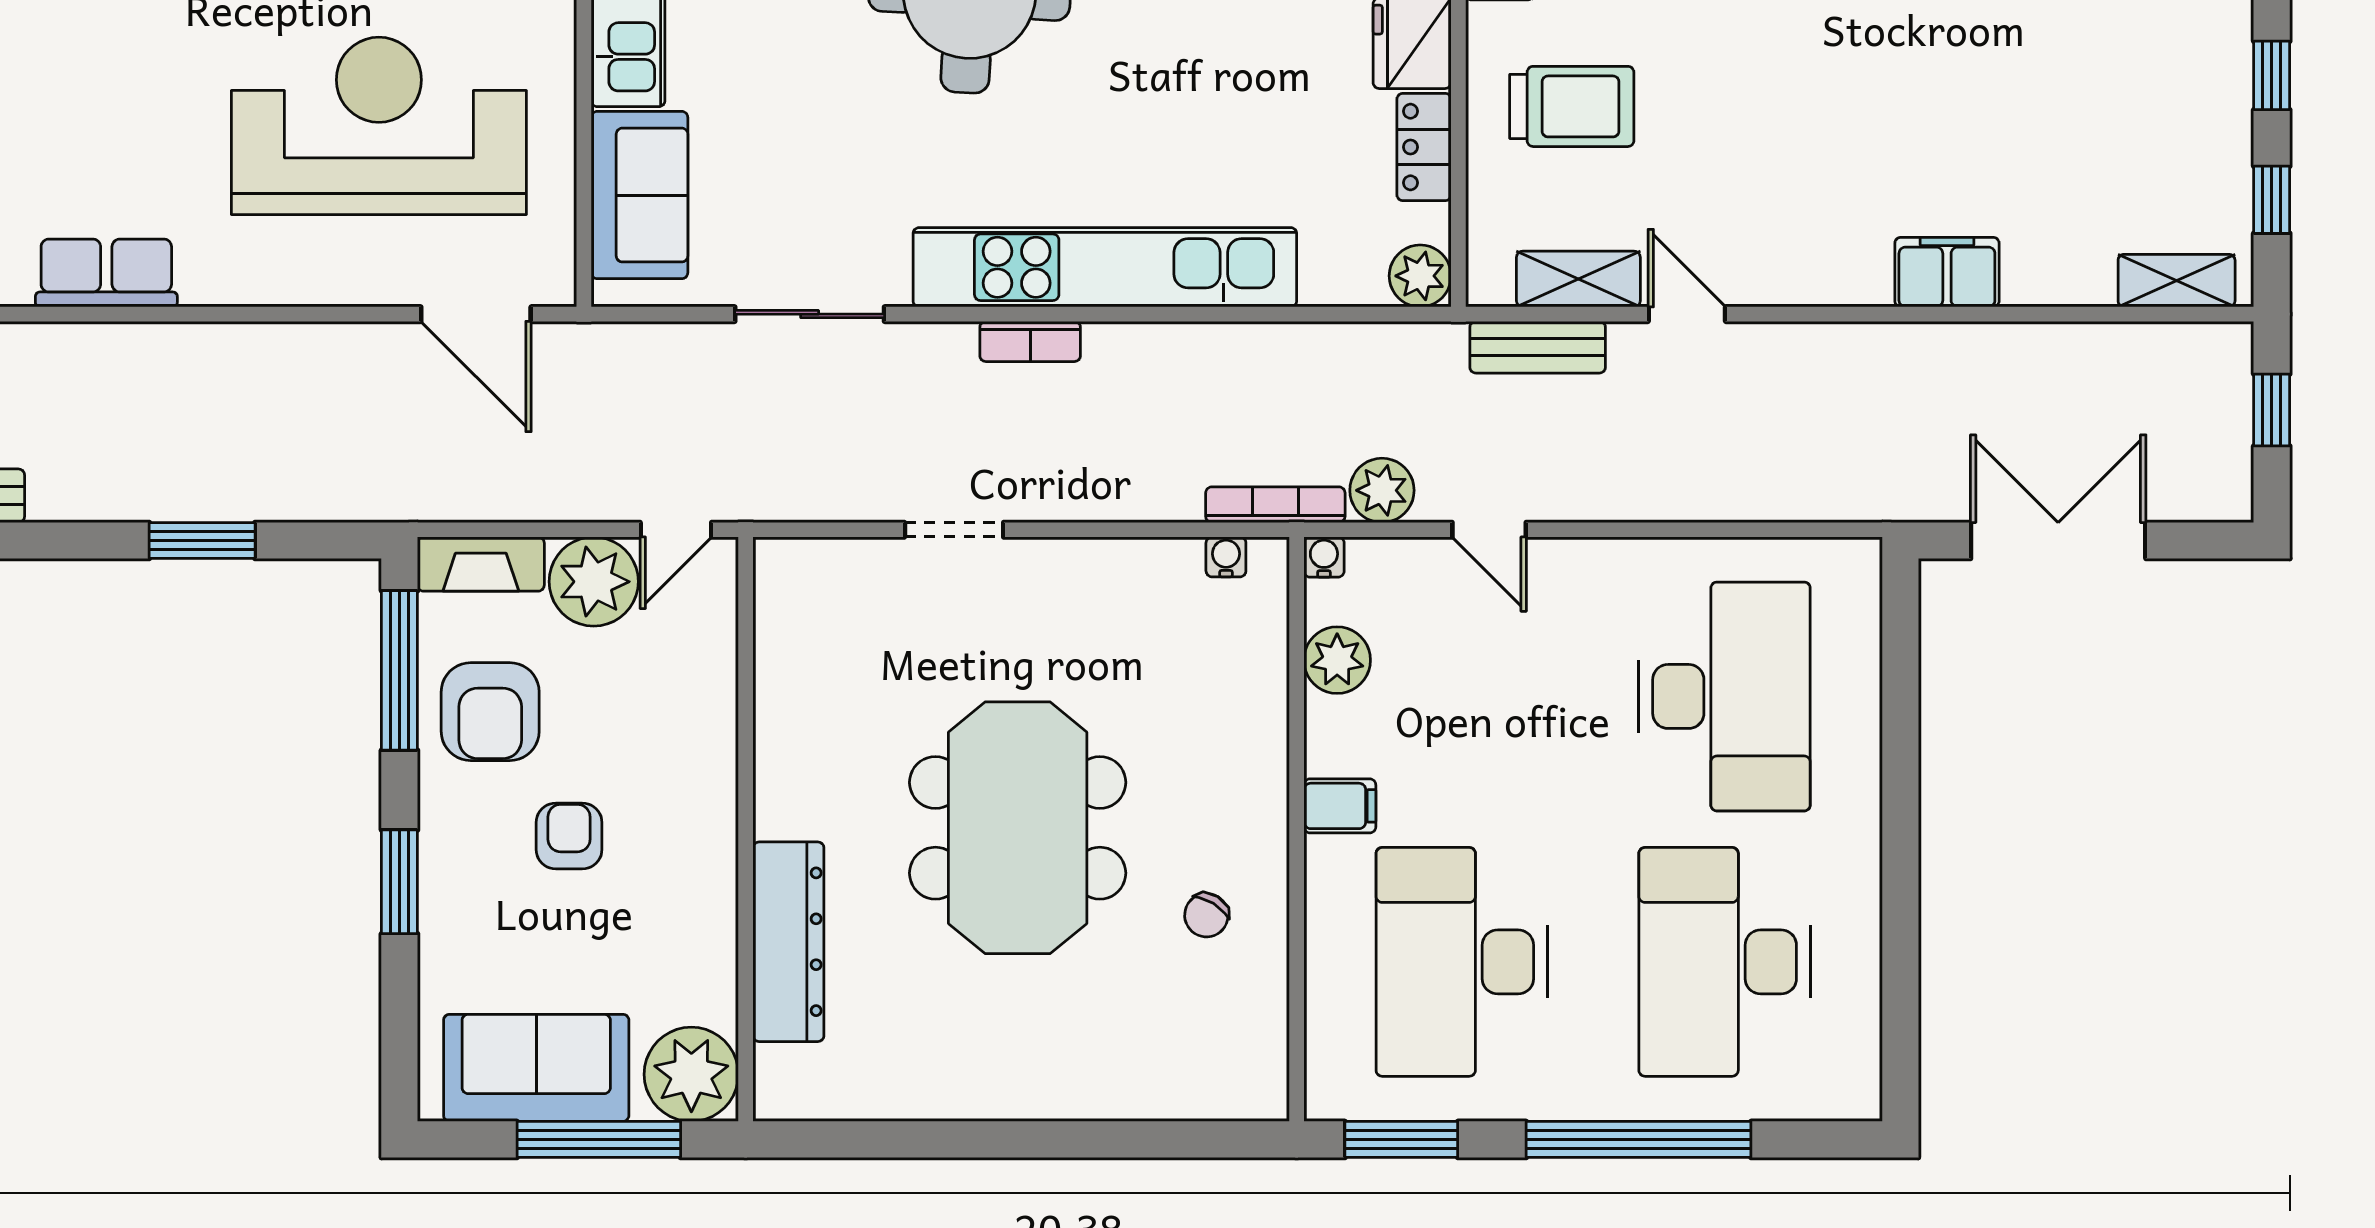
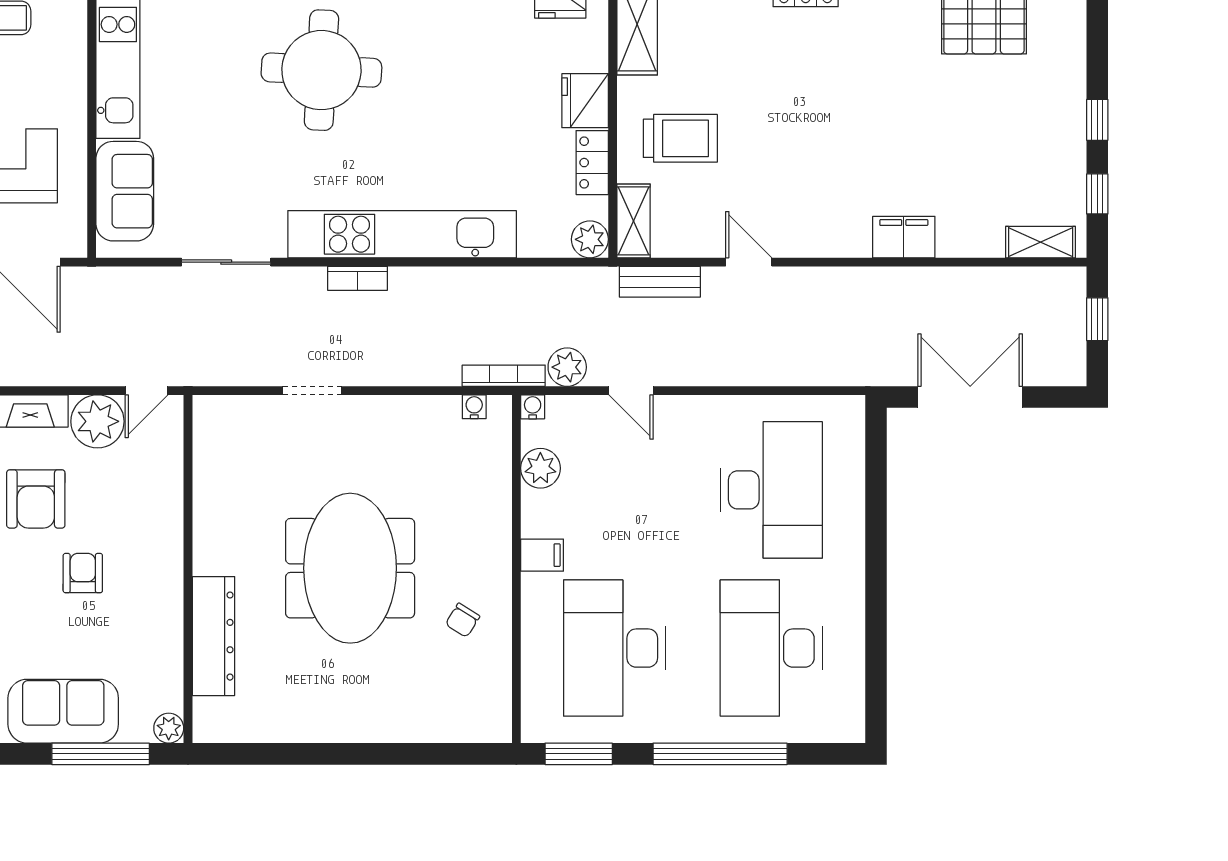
shelving: (1578, 279) -> (634, 221), moved, turned 90
plant: (691, 1074) -> (169, 728), width x0.53, depth x0.53

